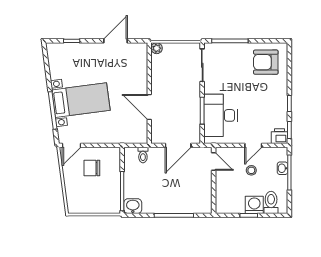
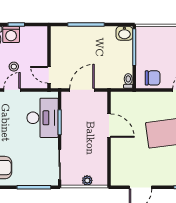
plant: (157, 48) -> (87, 180), moved
toilet: (143, 155) -> (128, 81), moved
chair: (92, 168) -> (153, 78), moved

